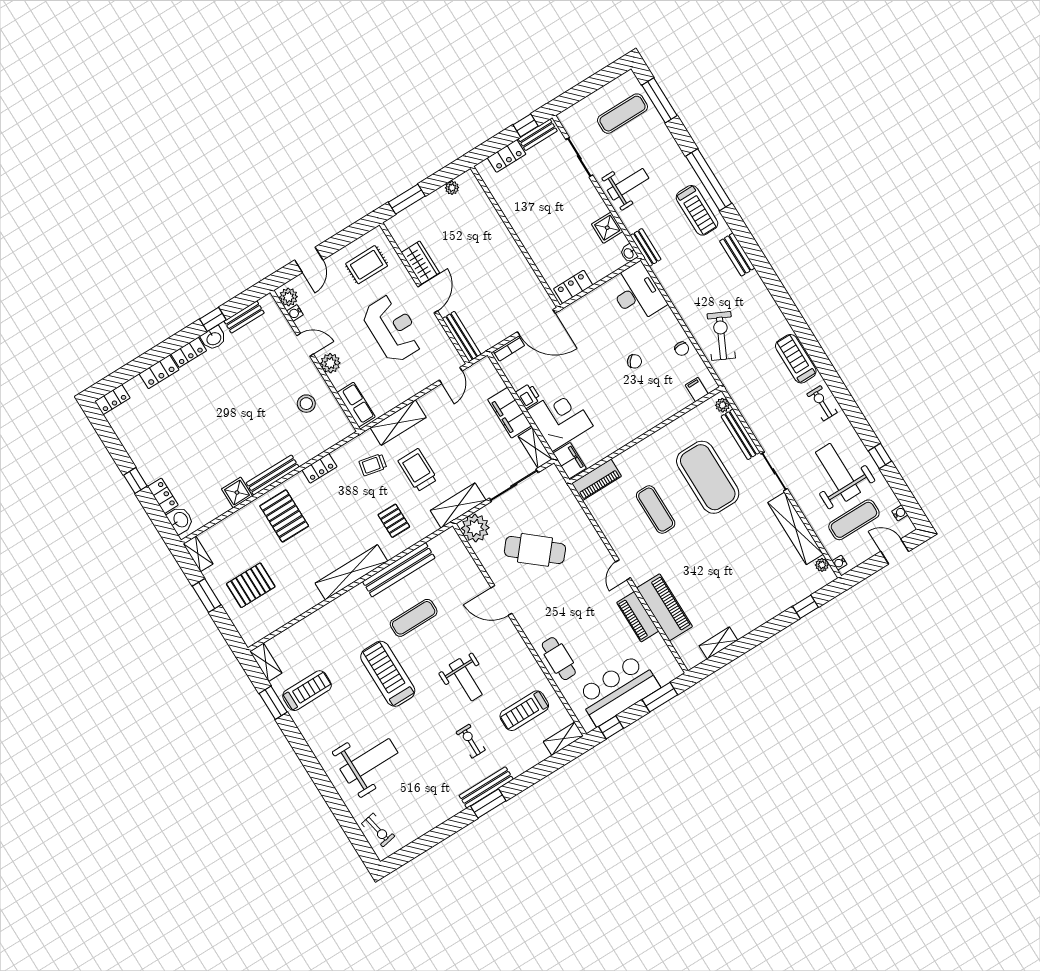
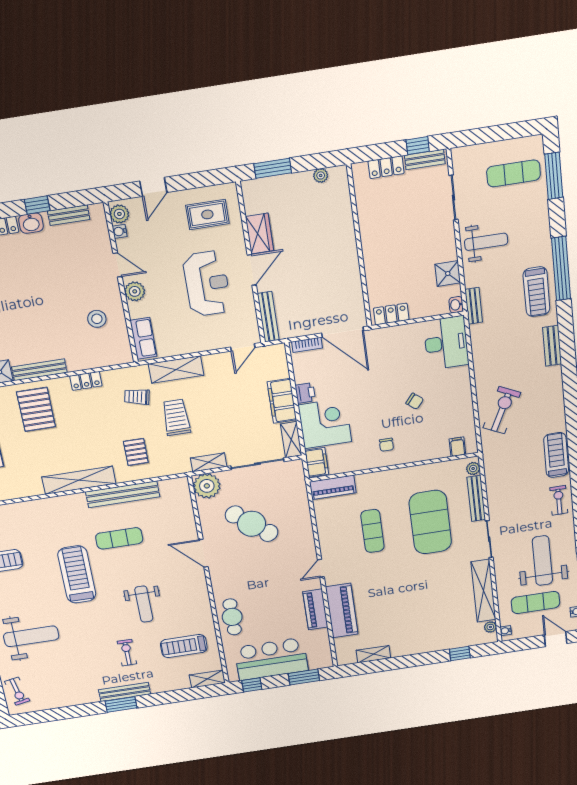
chair: (682, 349) -> (386, 445), moved
shelving: (458, 505) -> (209, 462), width x0.67, depth x0.75

